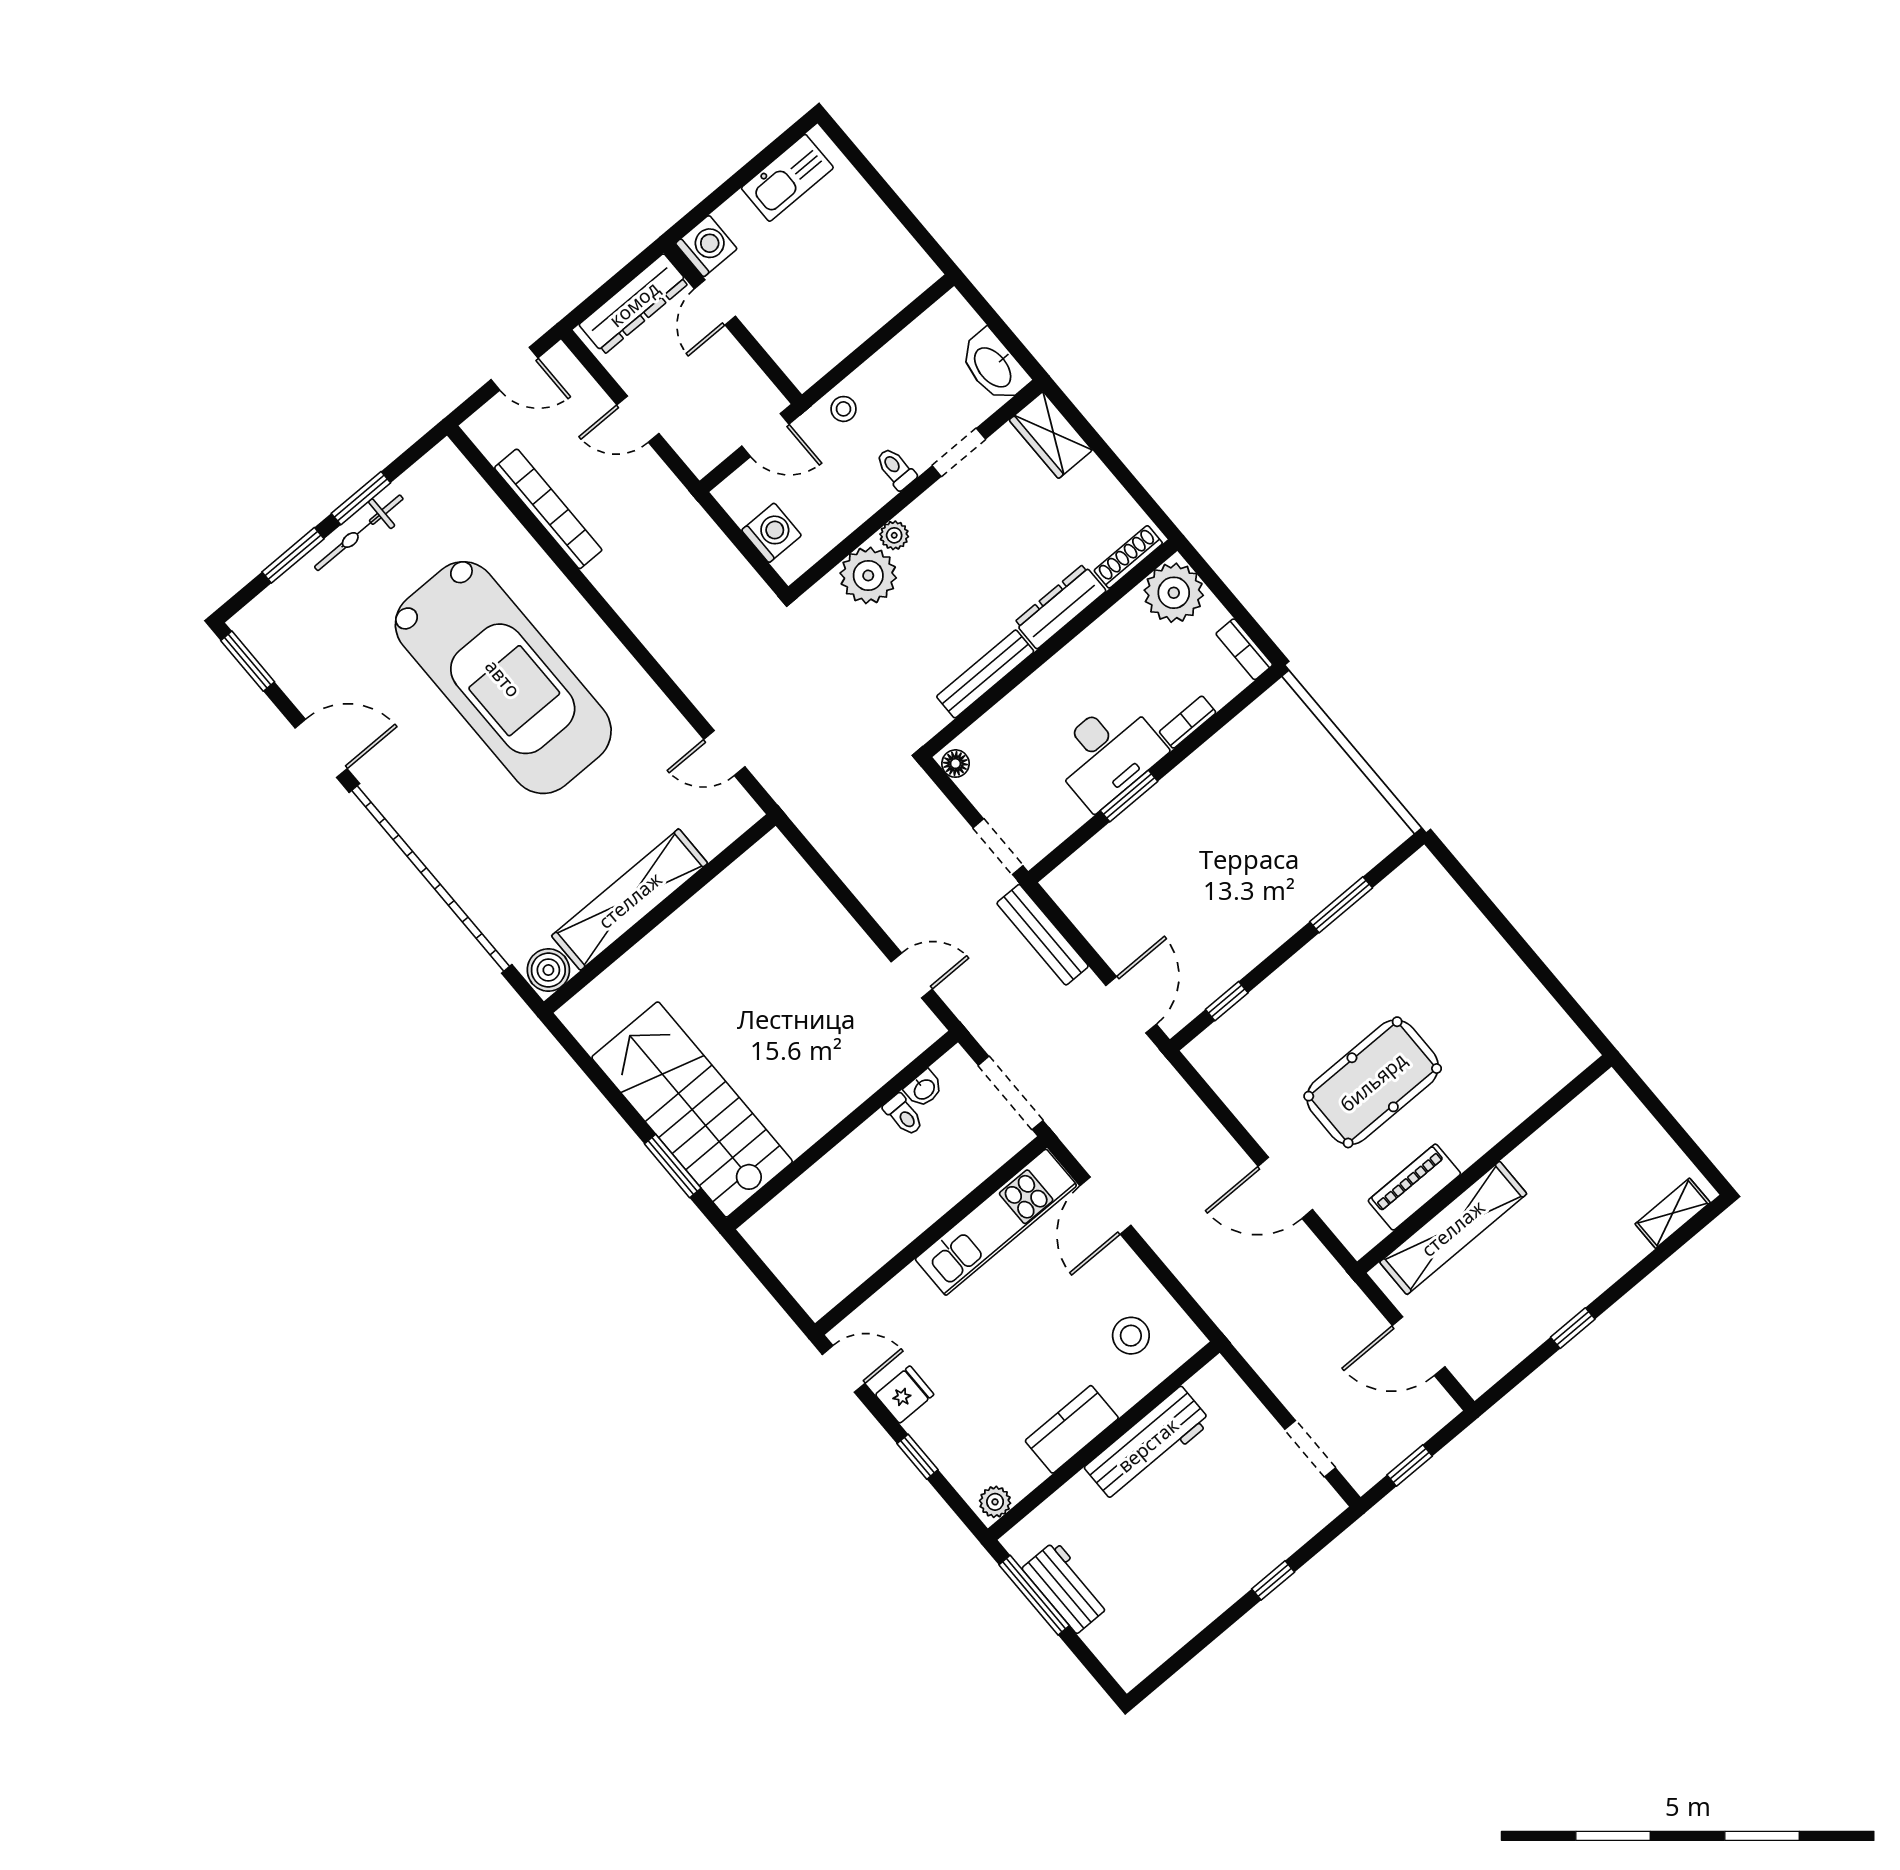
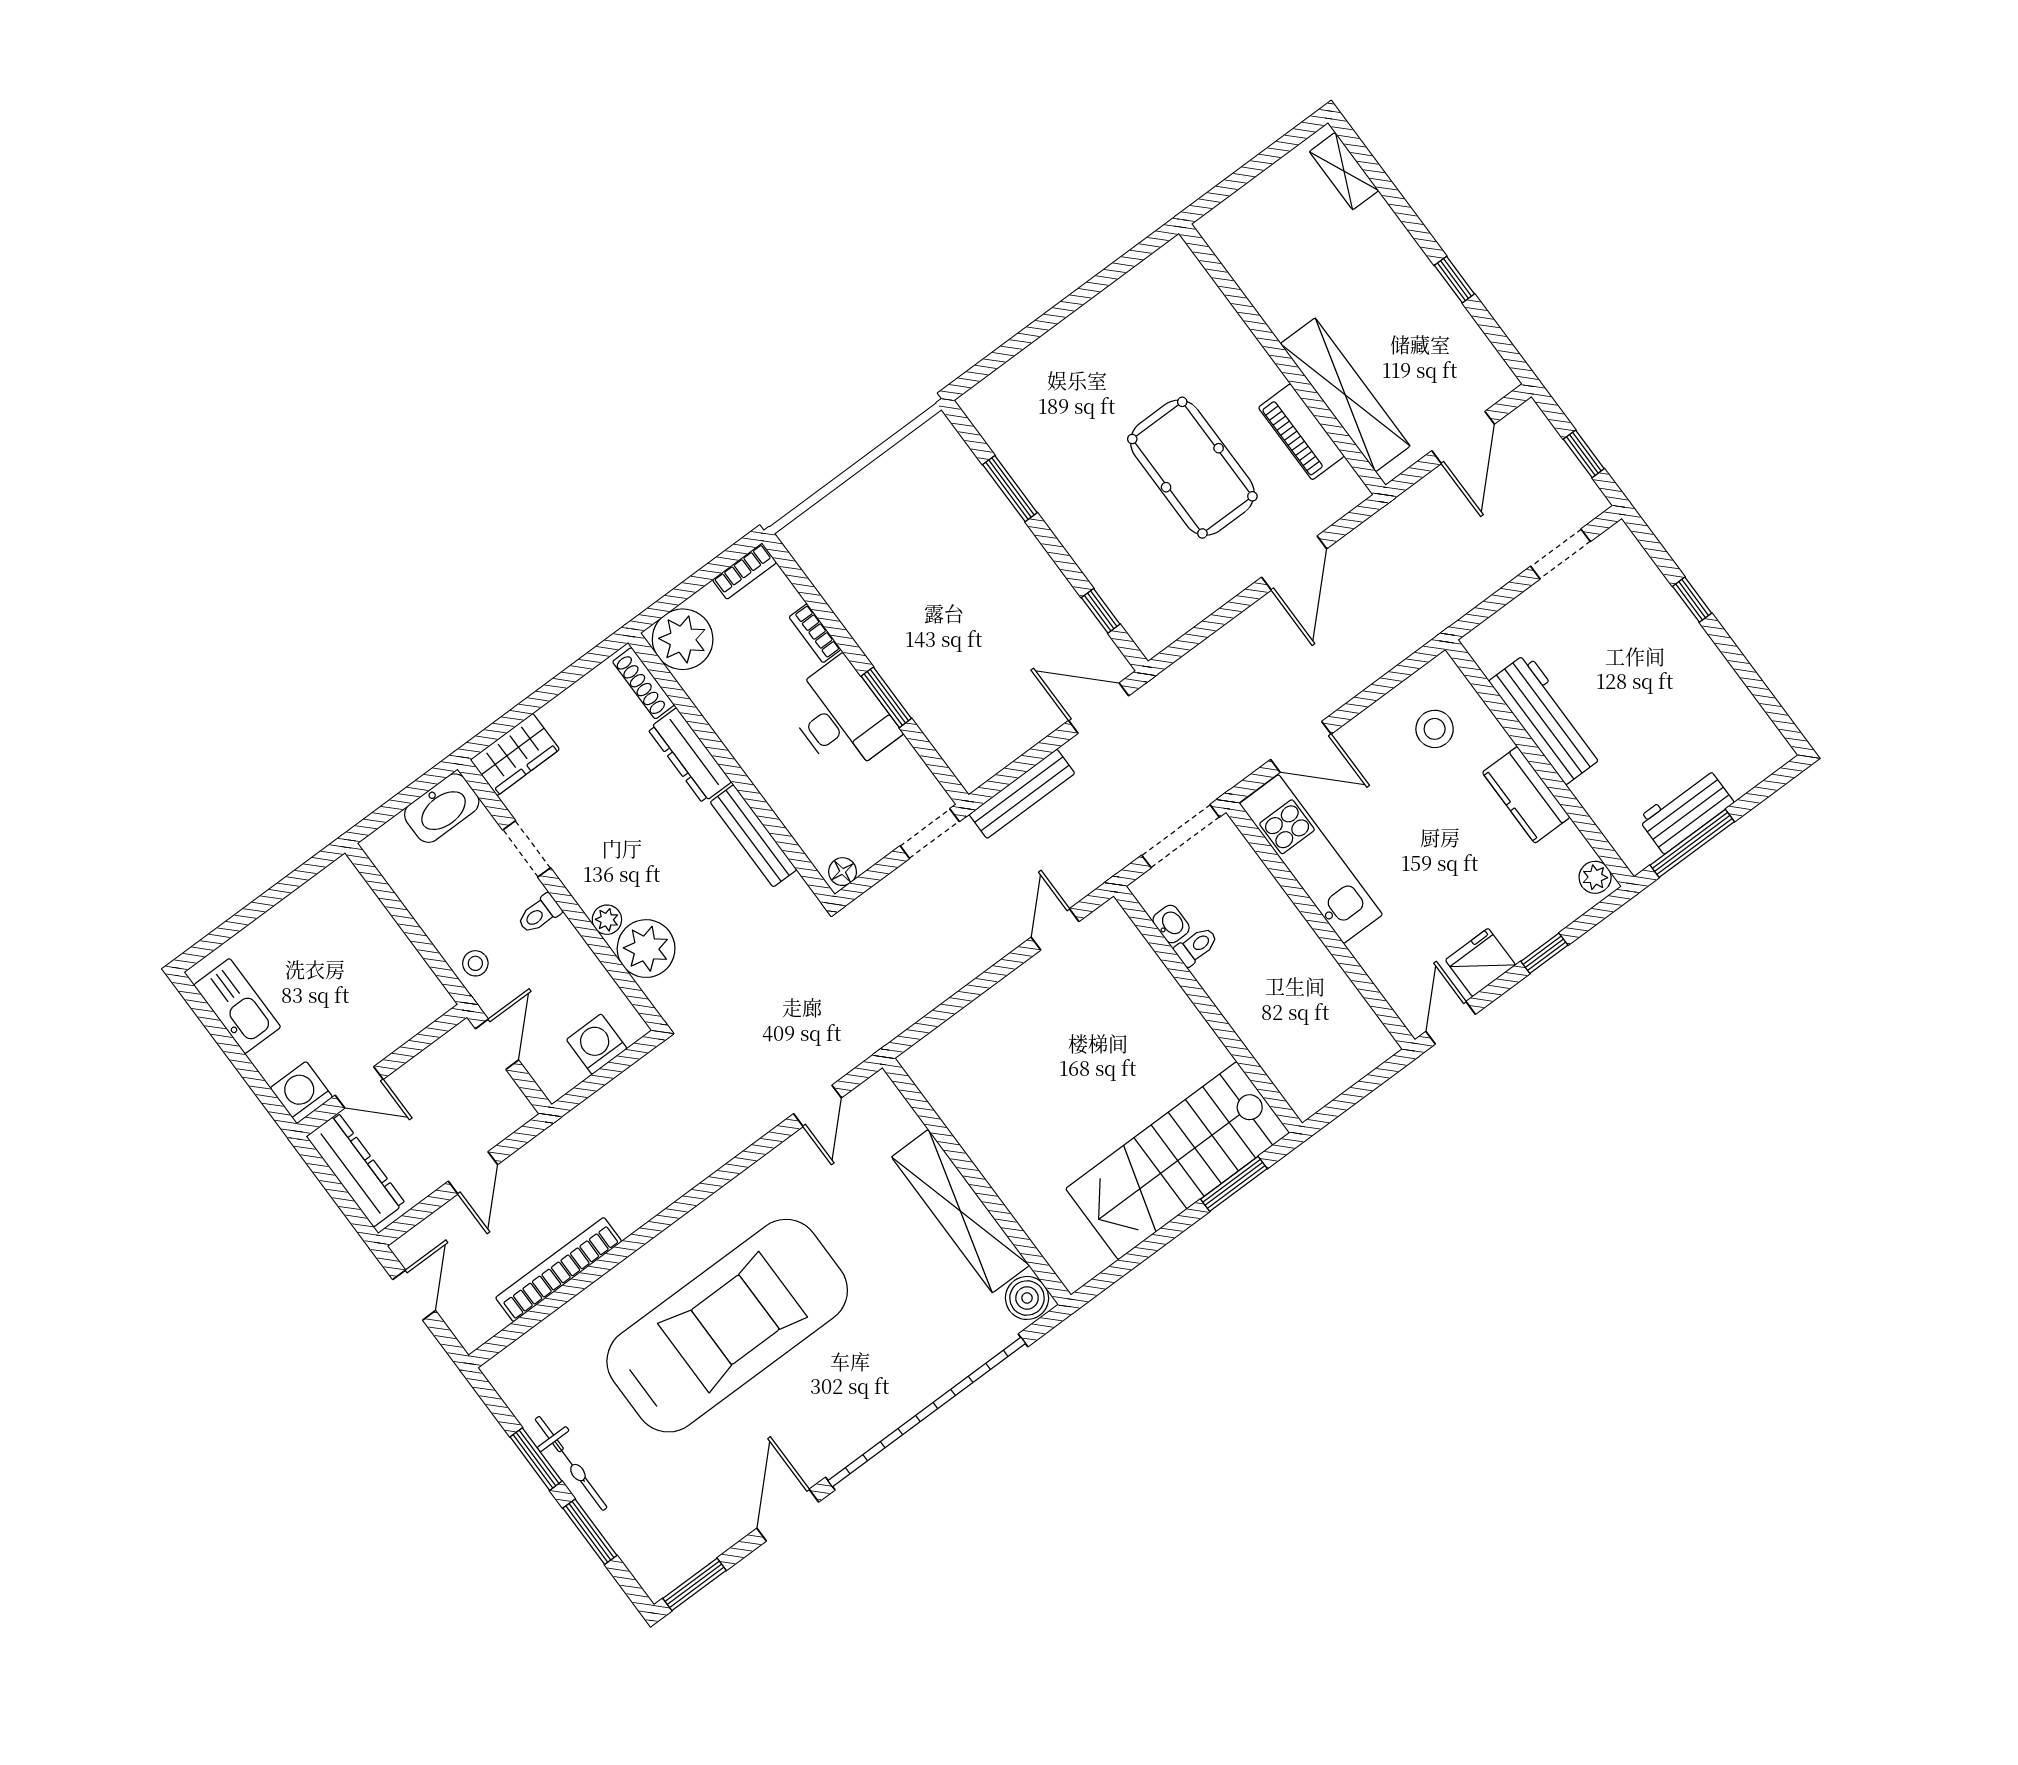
fridge: (905, 1395) -> (1480, 962), width x1.38

